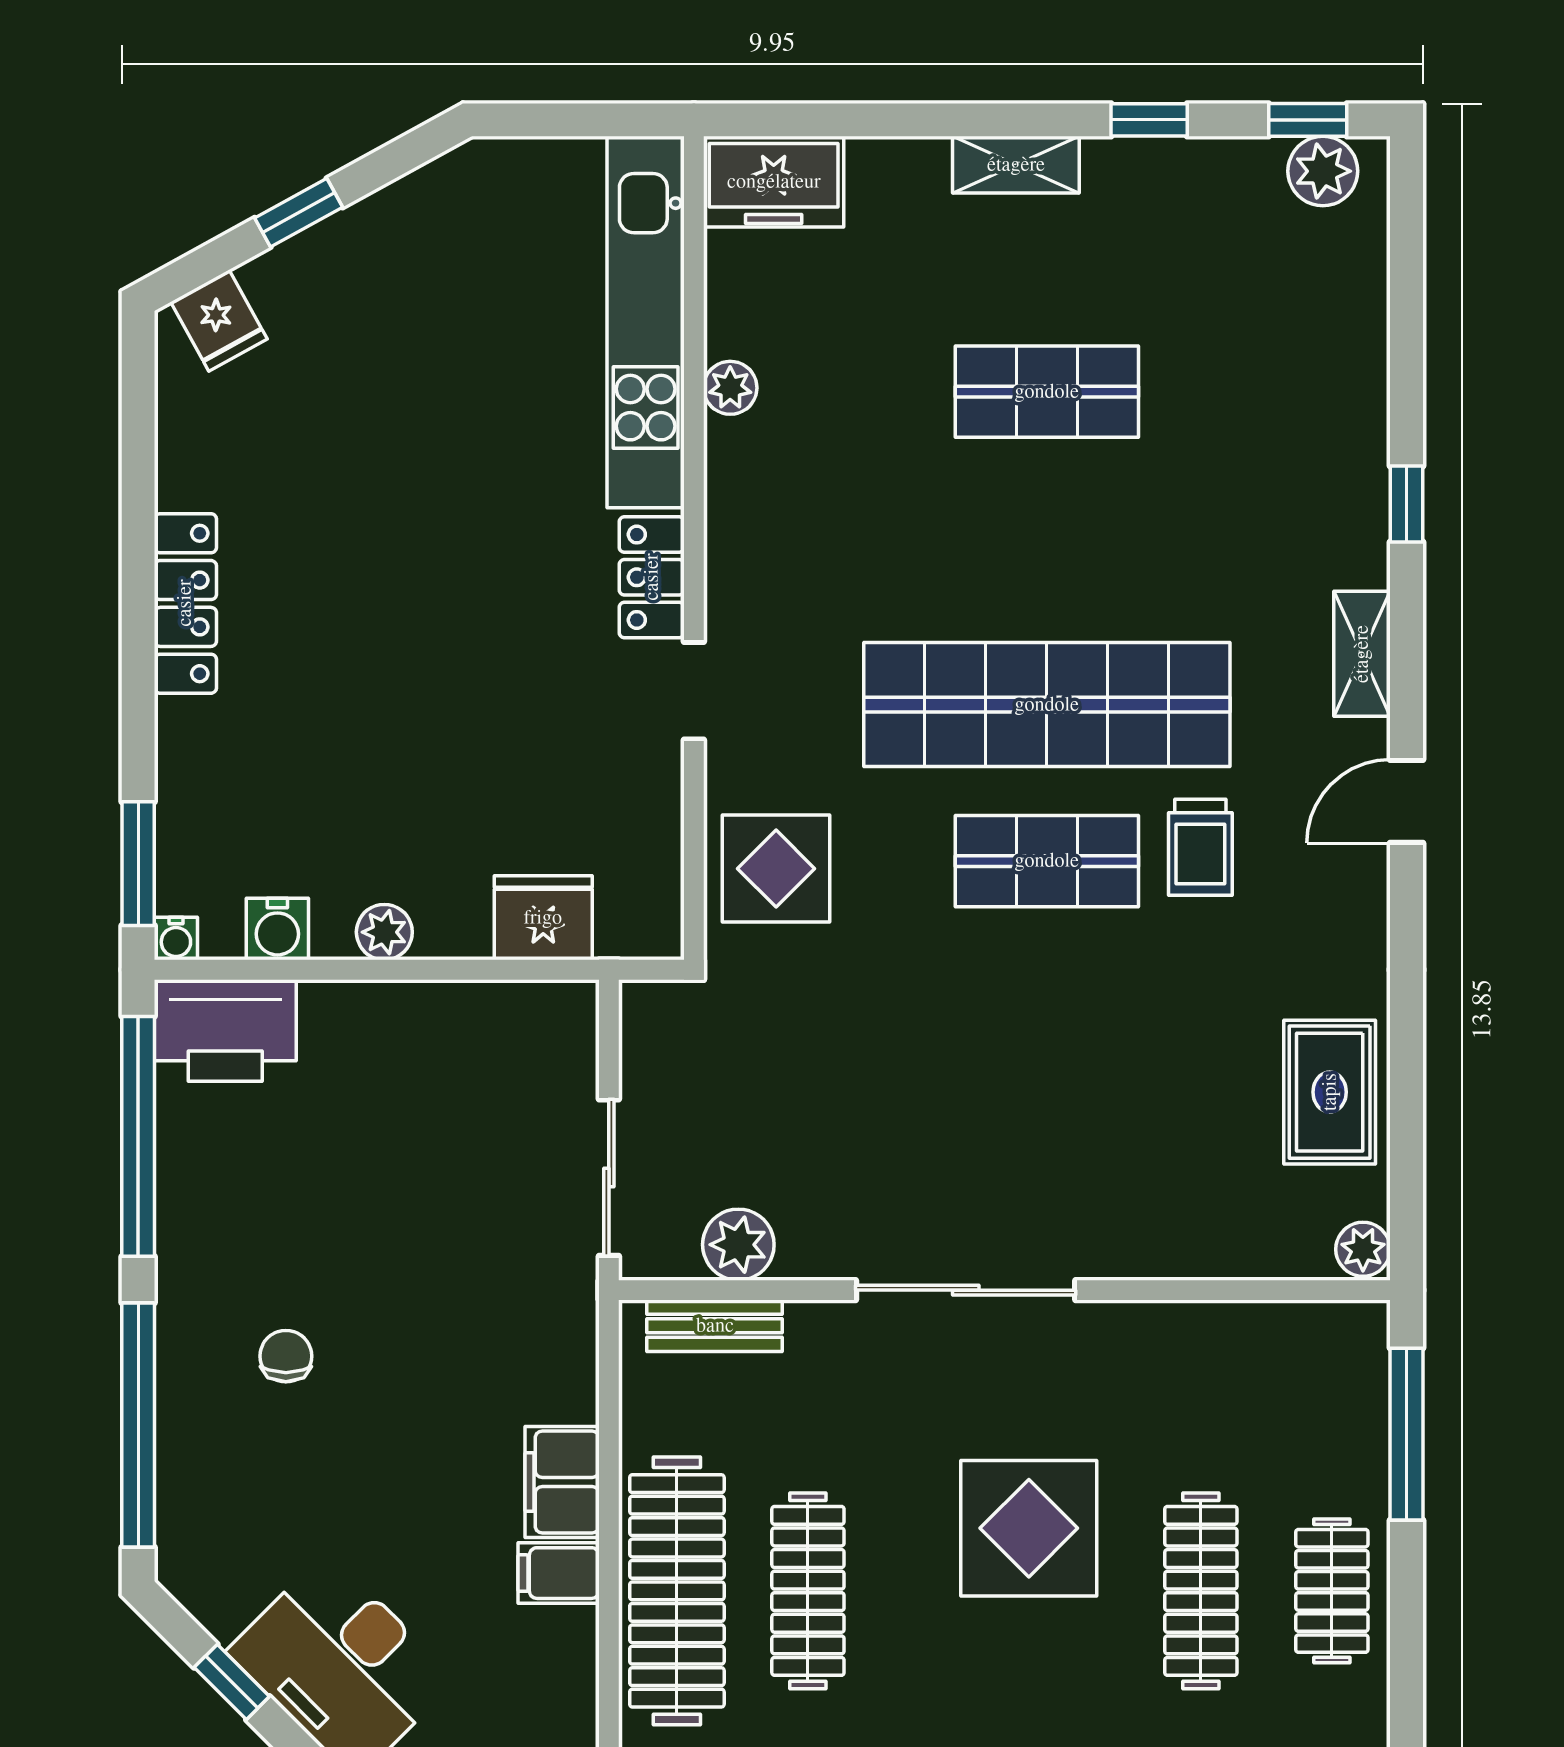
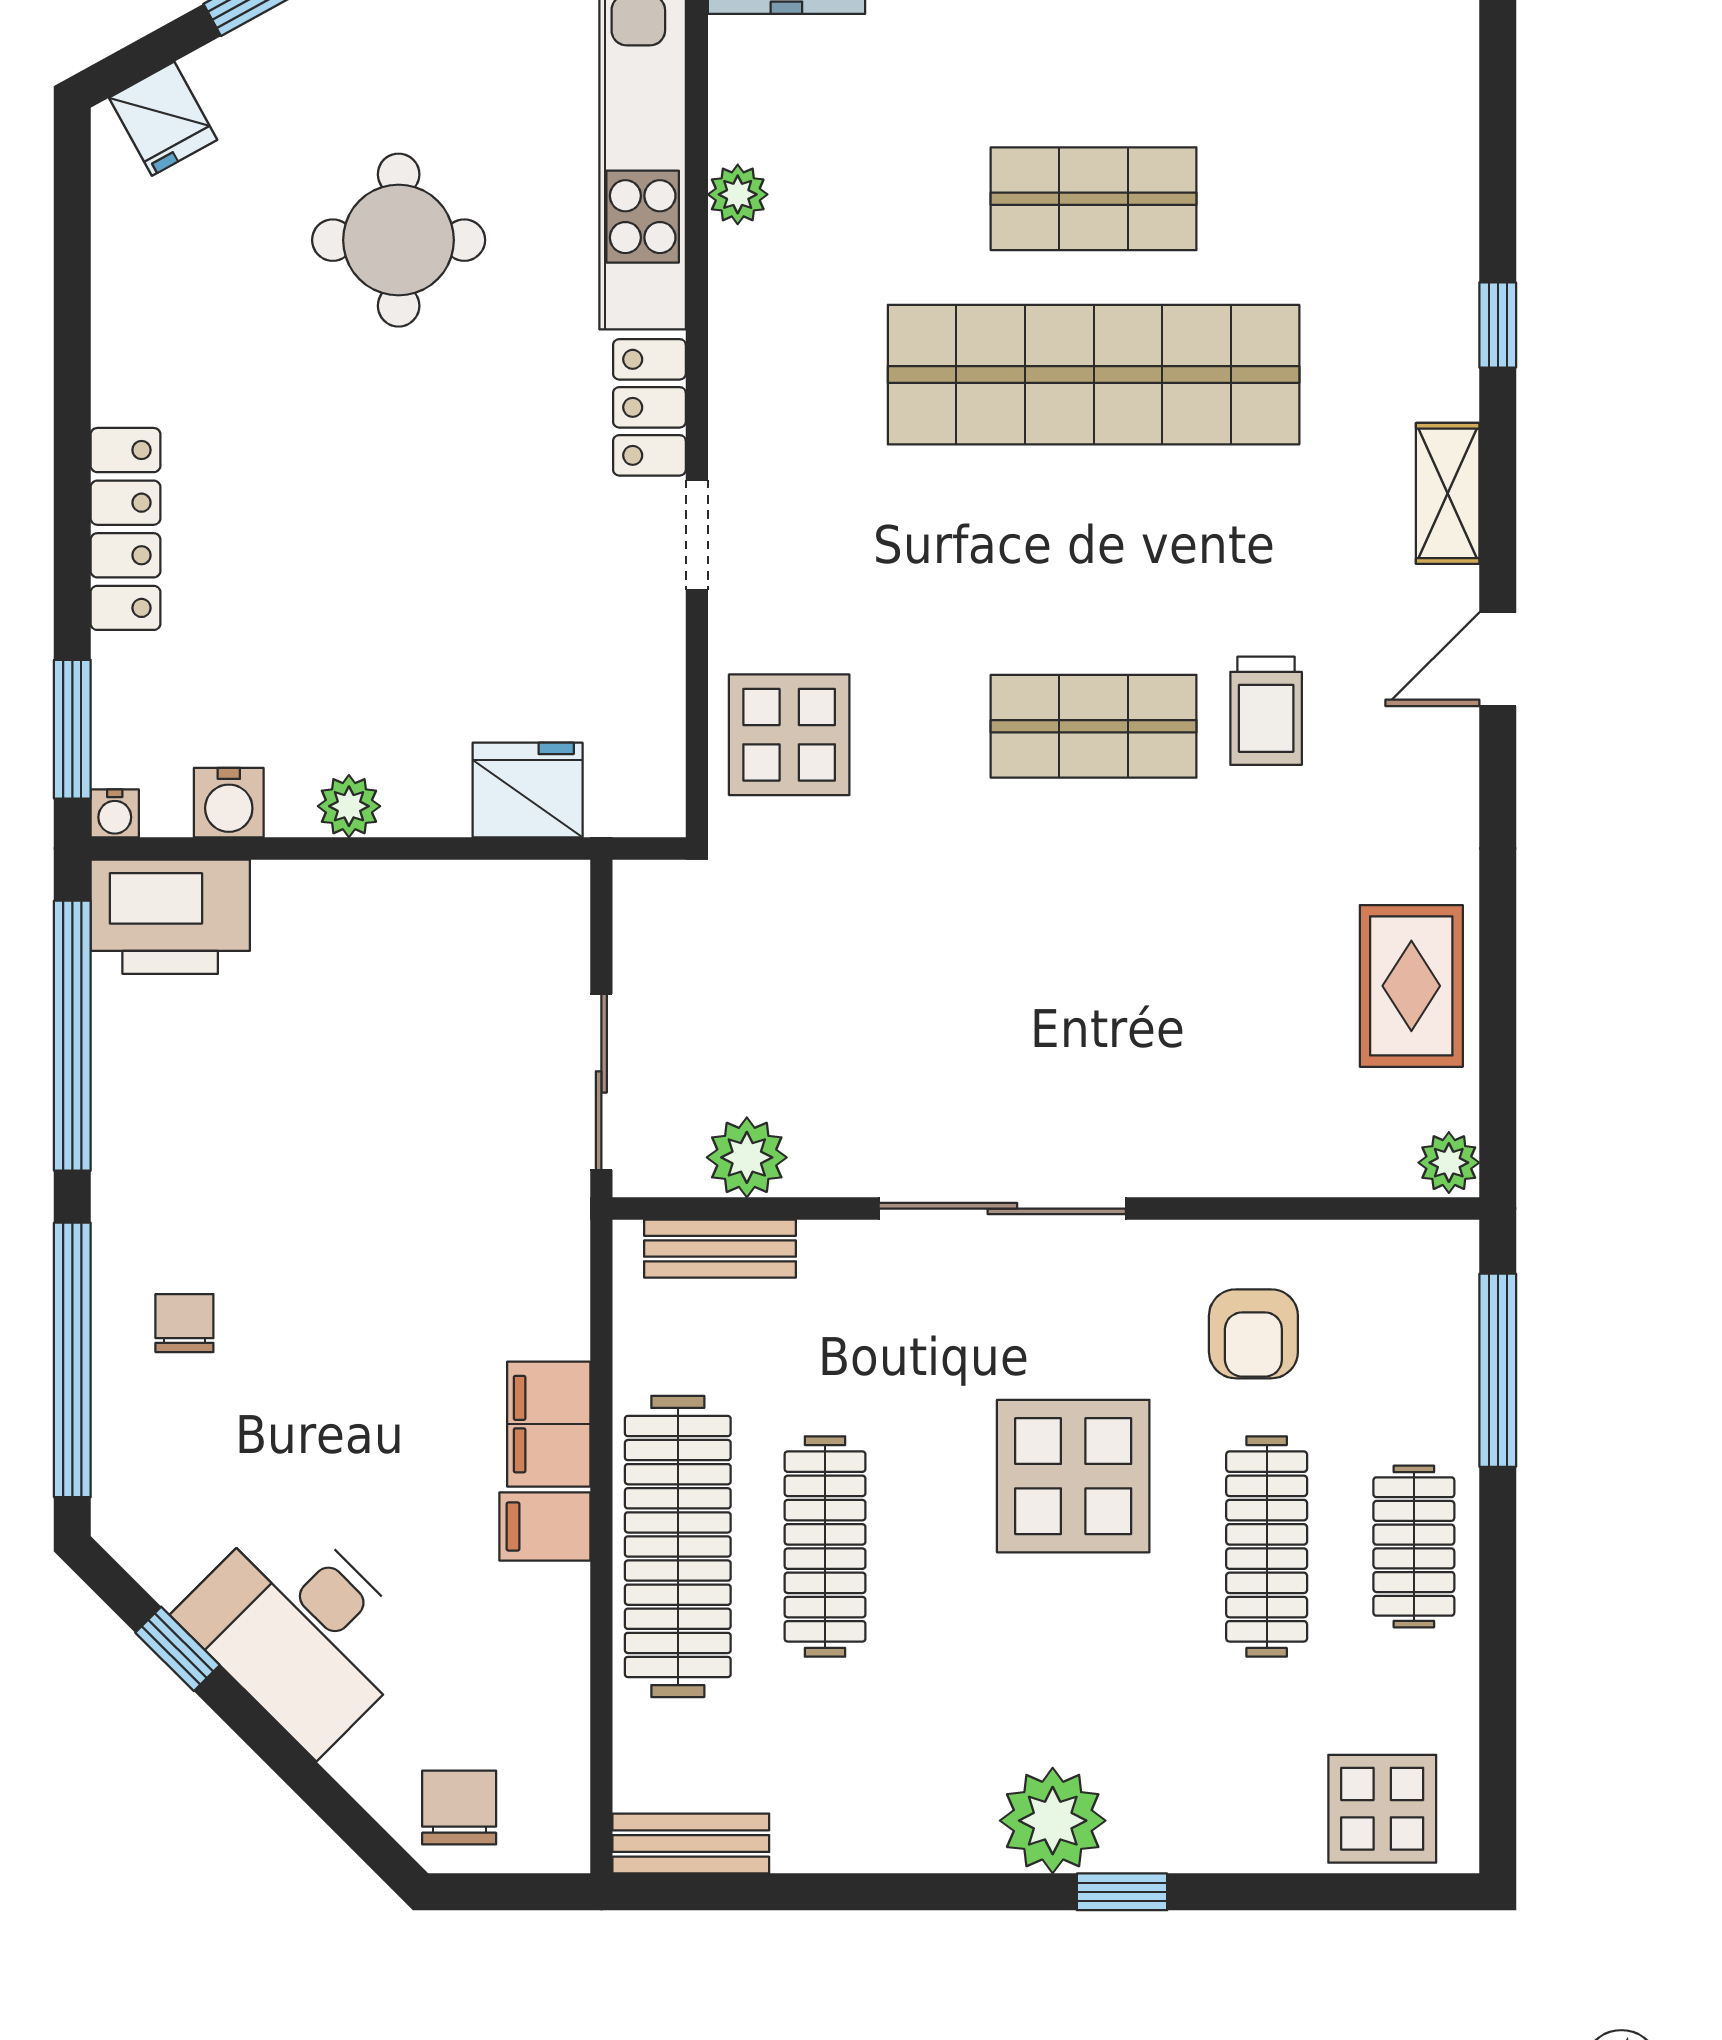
round table: (428, 428) -> (399, 240), added
locker: (185, 603) -> (126, 529), moved
shop shelf: (1047, 705) -> (1094, 375), moved
chair: (286, 1356) -> (184, 1323), moved
armchair: (1189, 1402) -> (1253, 1334), added

